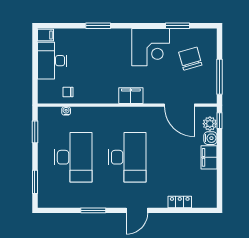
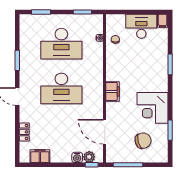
door: (179, 105) -> (105, 132), hinge flipped
filing cabinet: (209, 157) -> (40, 156), moved

